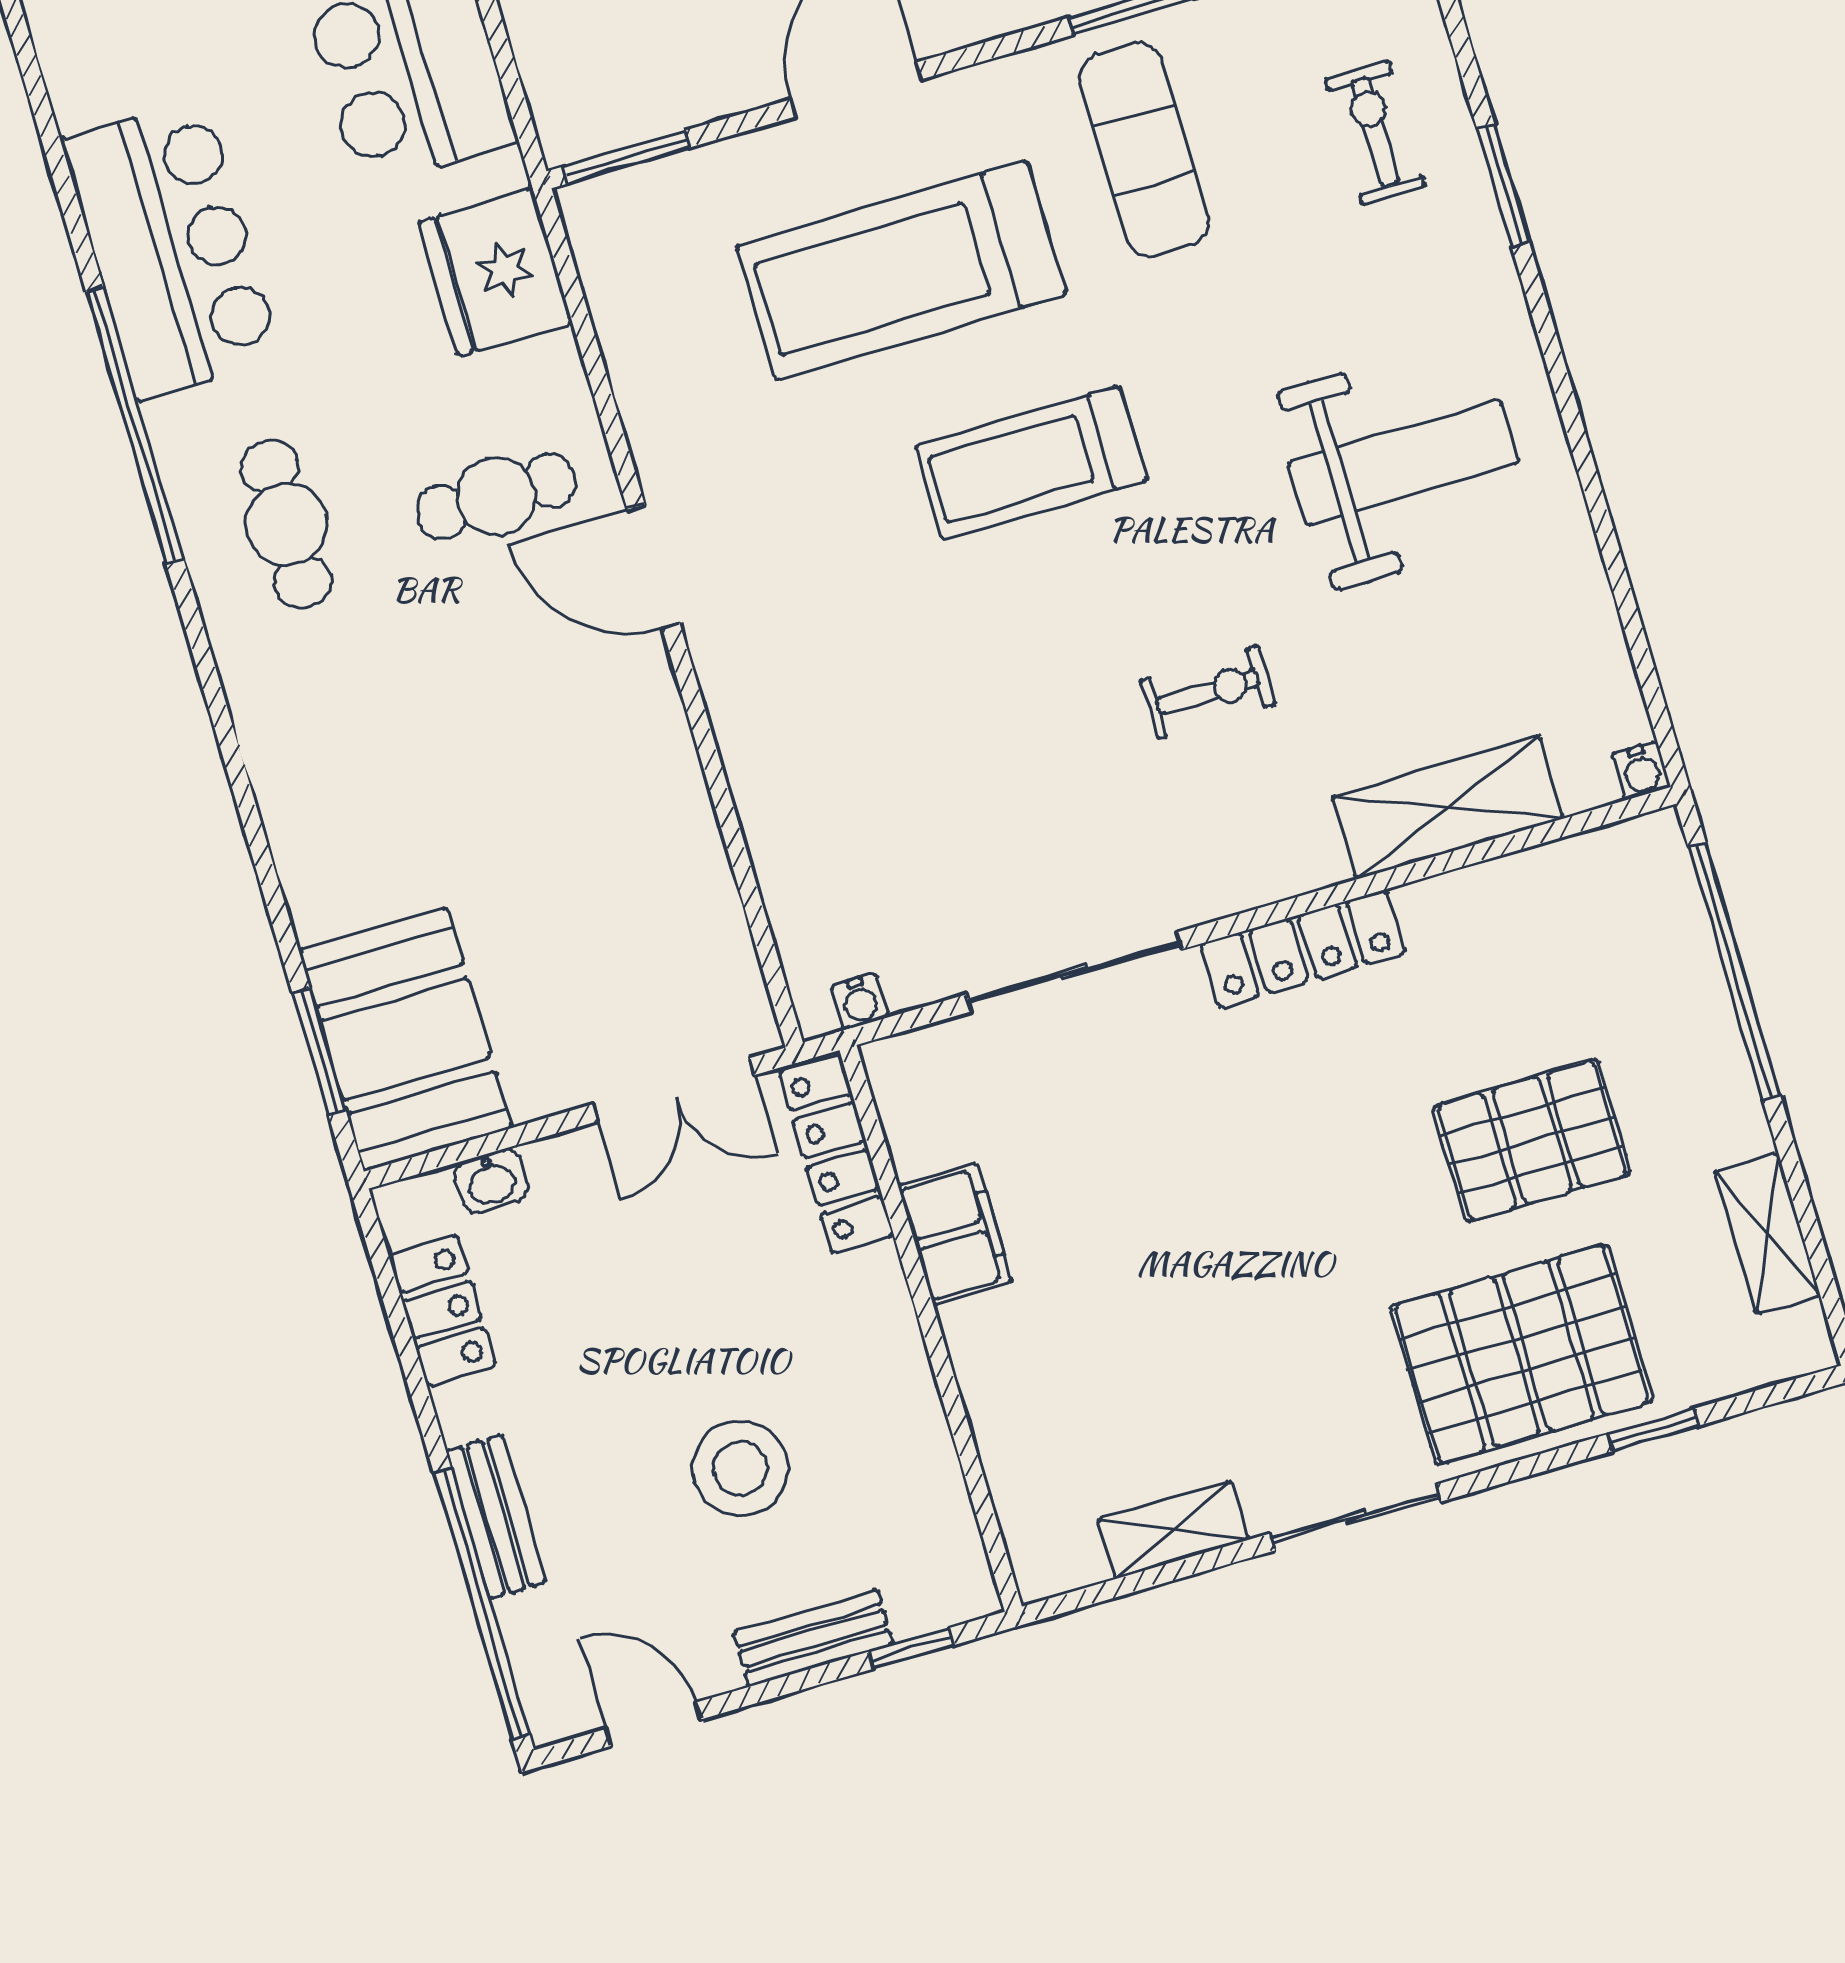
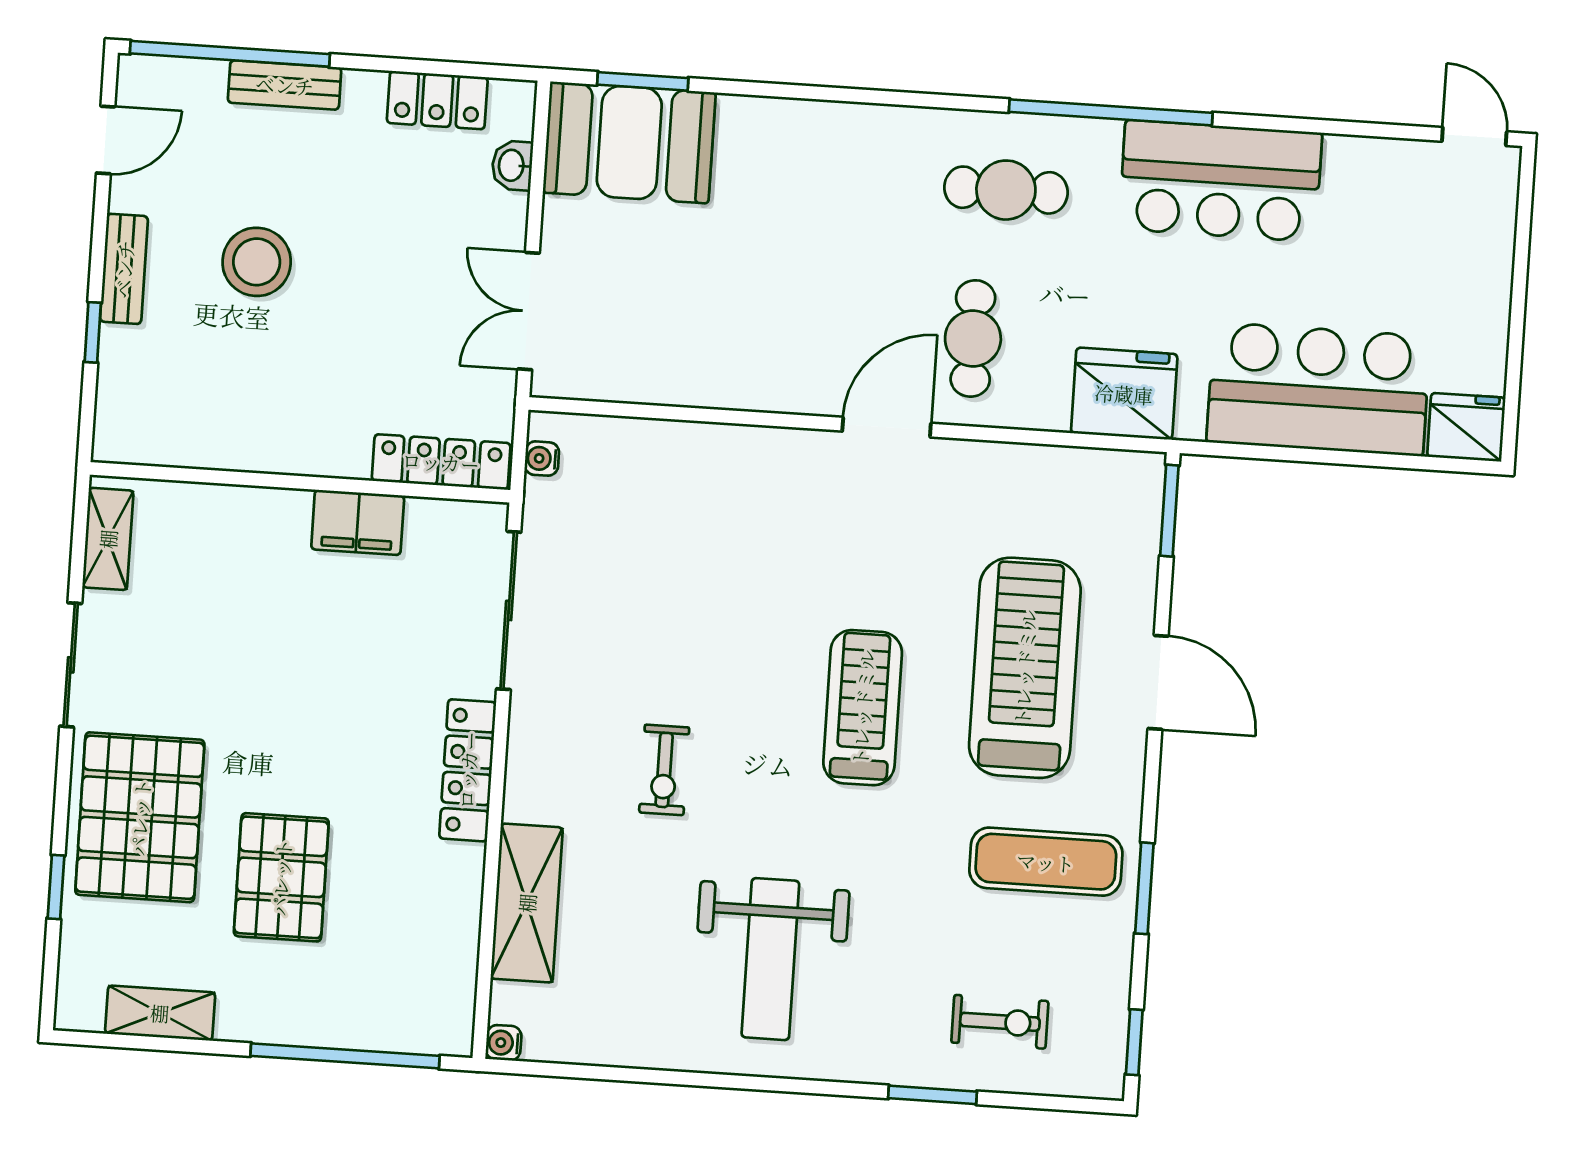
locker: (836, 1154) -> (441, 462), moved
filing cabinet: (955, 1234) -> (358, 522), moved
wall: (931, 1328) -> (300, 482), moved

